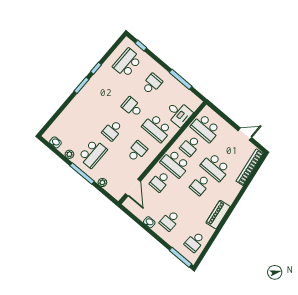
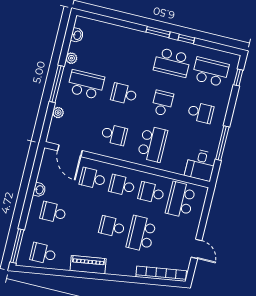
school desk: (107, 86) -> (172, 62), added
desk: (179, 113) -> (200, 165), moved
school desk: (157, 128) -> (152, 144), turned 180
school desk: (93, 154) -> (86, 85), turned 180
school desk: (175, 164) -> (122, 186), width x0.54
door: (133, 188) -> (70, 151), hinge flipped

